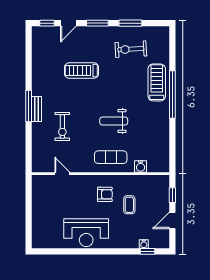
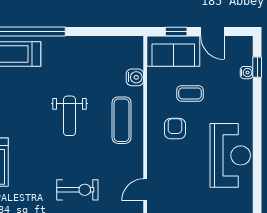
sofa: (159, 193) -> (173, 51), added

